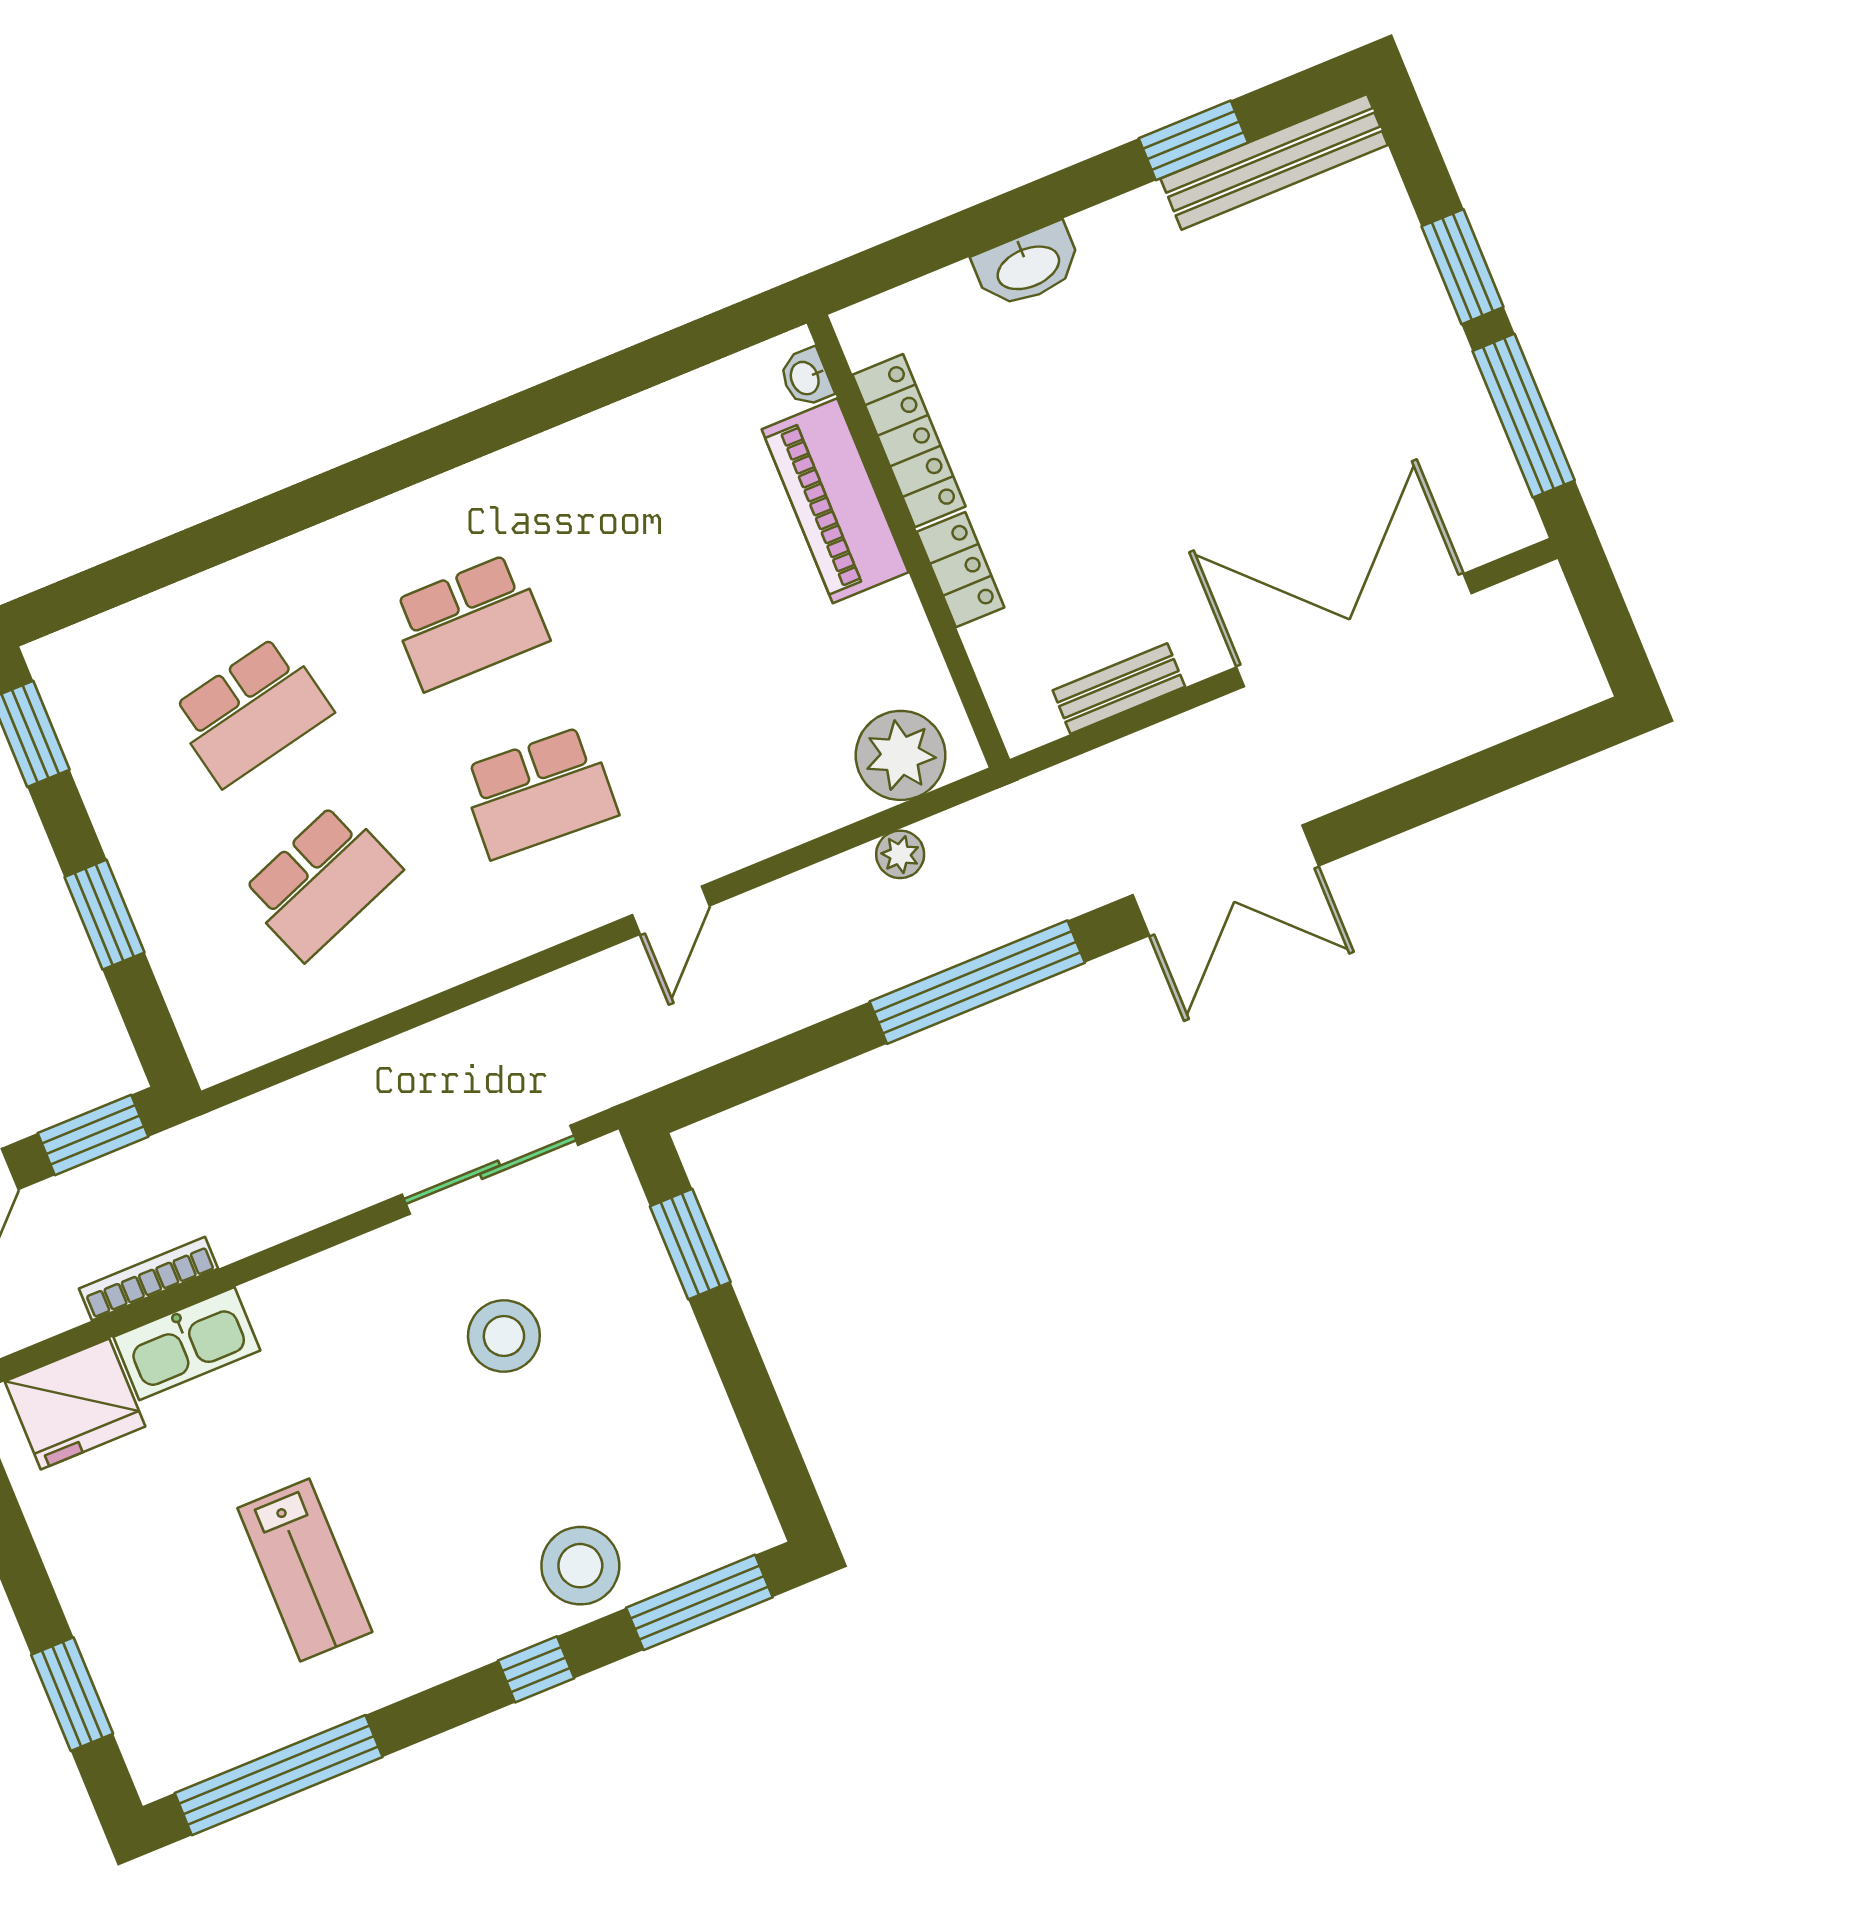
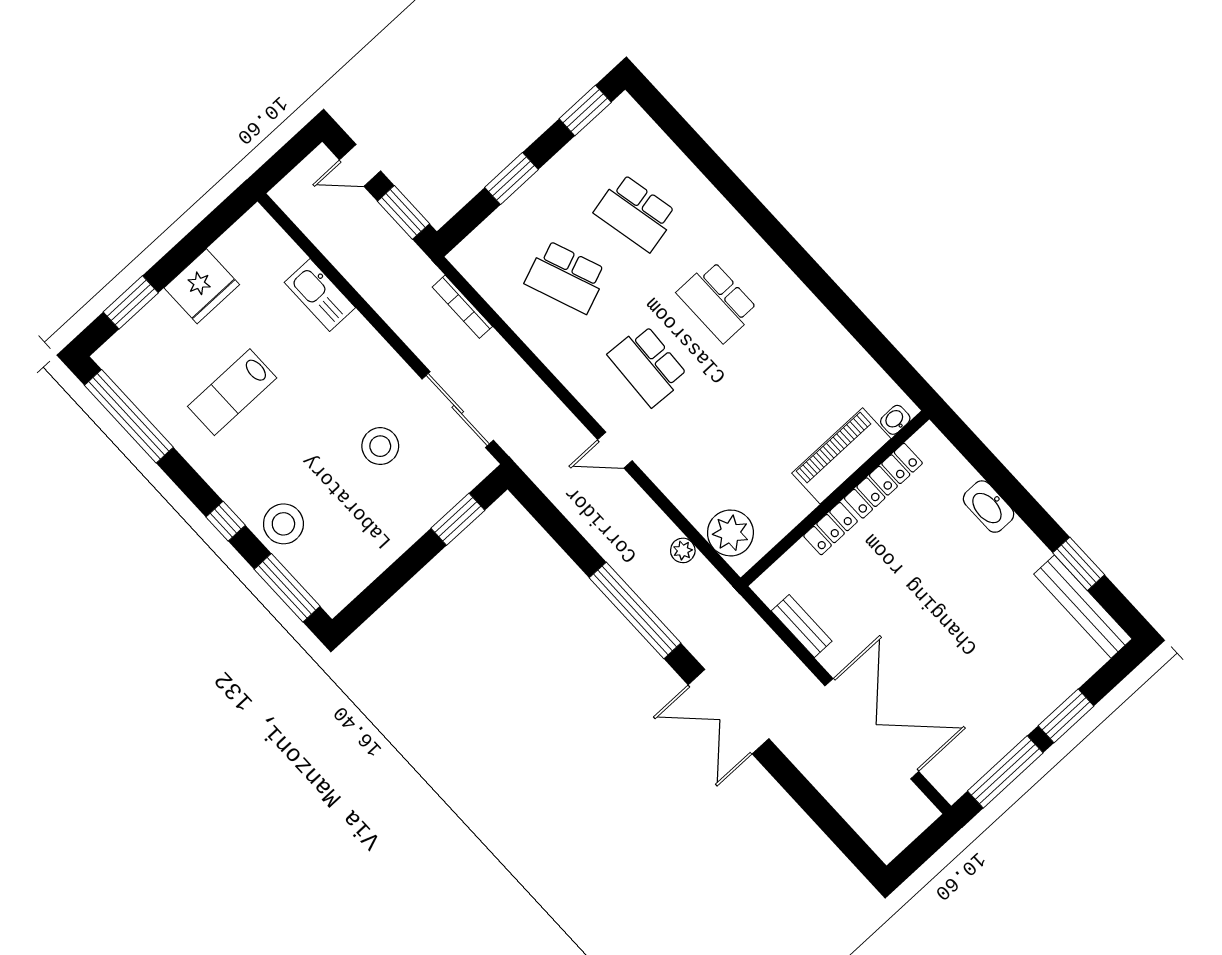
bookcase: (148, 1279) -> (462, 307), moved, turned 180
fridge: (75, 1404) -> (202, 286), moved, turned -90

